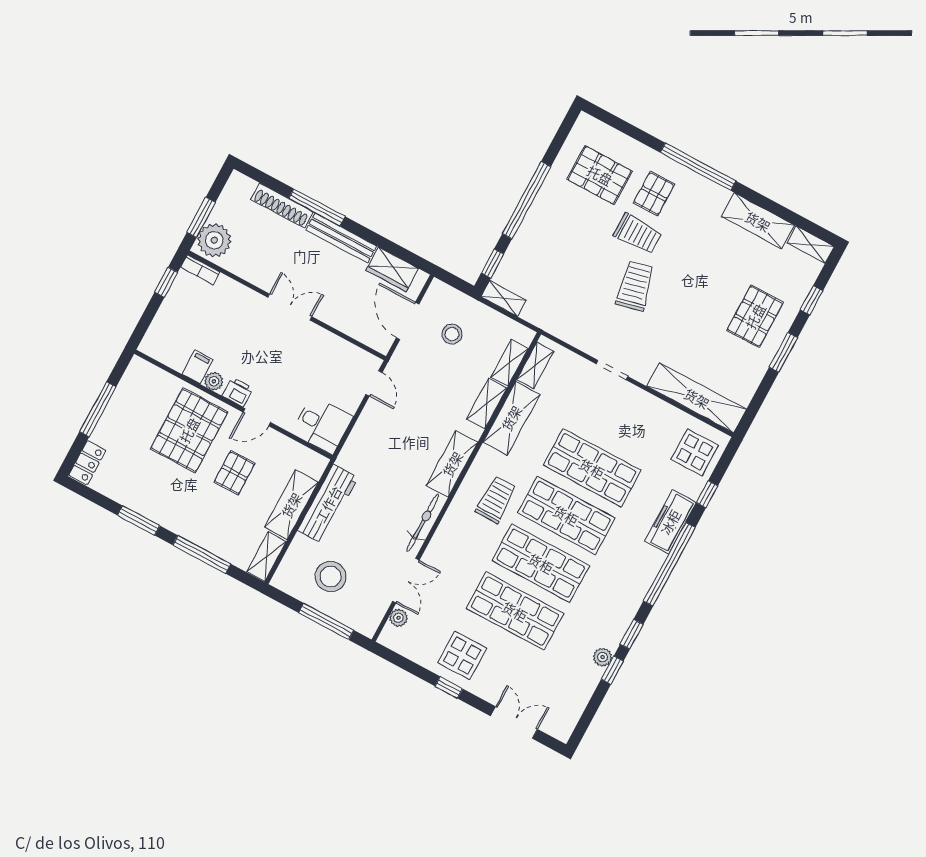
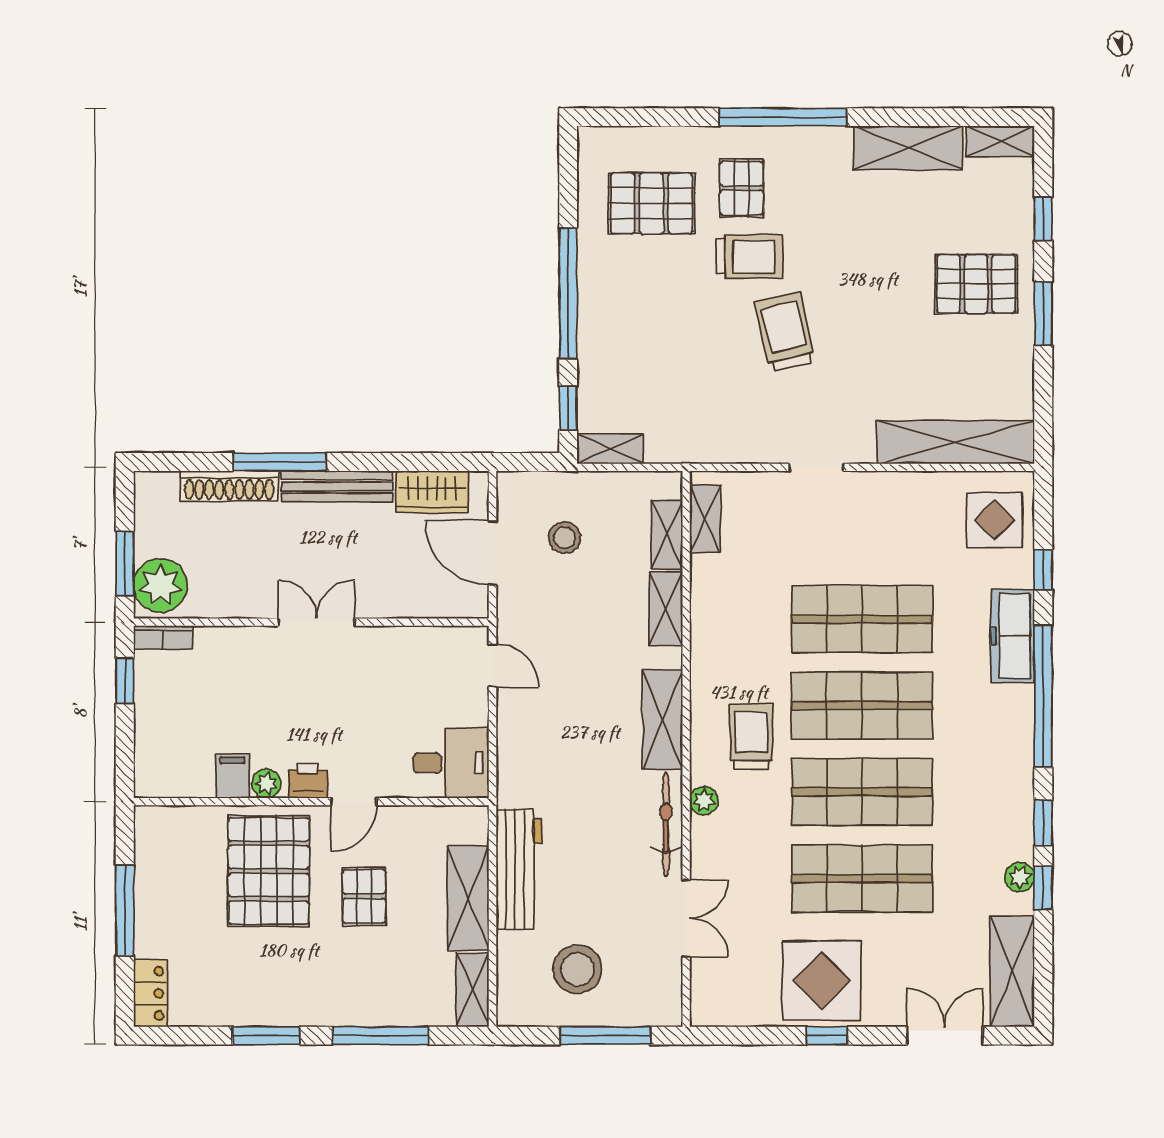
pallet: (755, 316) -> (976, 284), turned 90
shelving: (511, 418) -> (1012, 972), moved
plant: (398, 618) -> (704, 801), moved
display table: (462, 655) -> (822, 981), width x1.36, depth x1.36

